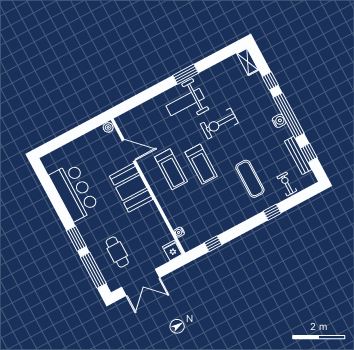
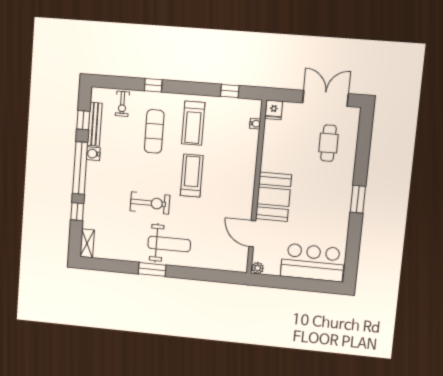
water cooler: (279, 121) -> (93, 154), moved
treadmill: (171, 169) -> (193, 123), moved, turned 180
bar counter: (74, 192) -> (313, 262), moved, turned 90
window: (76, 239) -> (358, 199), moved
window: (93, 270) -> (364, 140), removed

